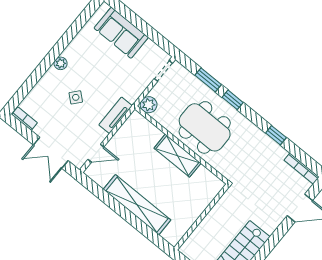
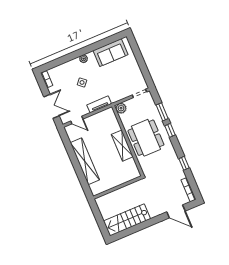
sofa: (121, 33) -> (111, 53), moved, turned -90
double door: (51, 153) -> (51, 106), swing flipped

